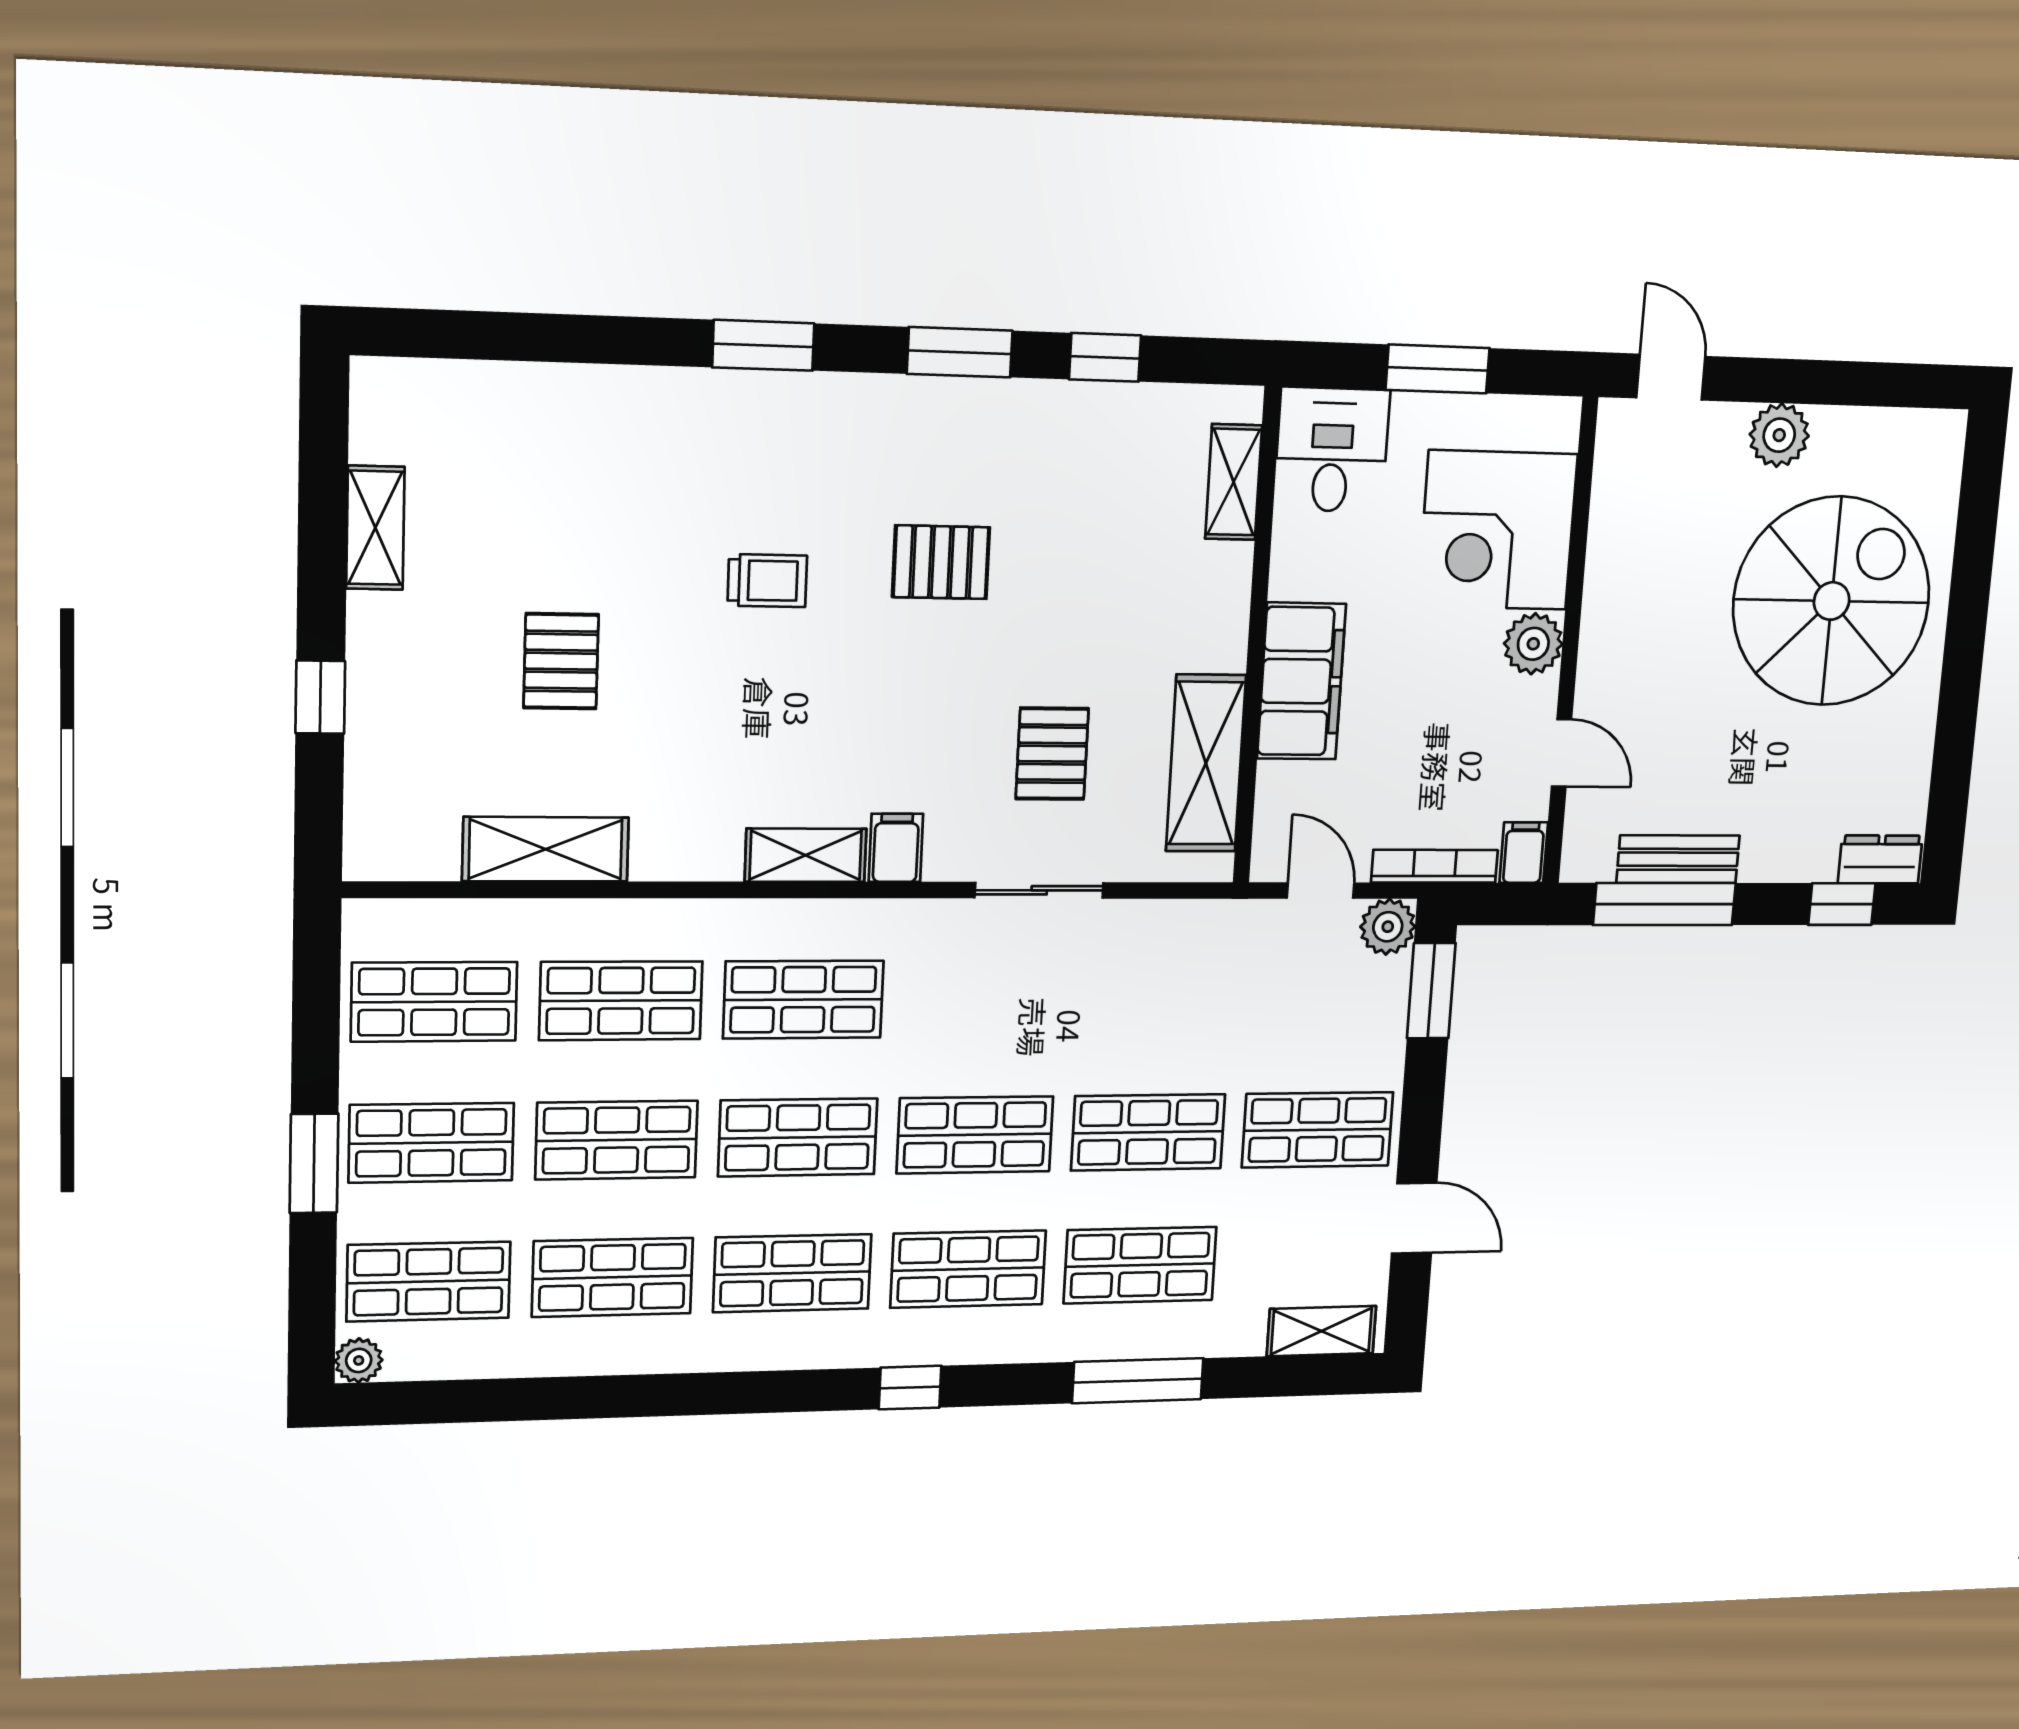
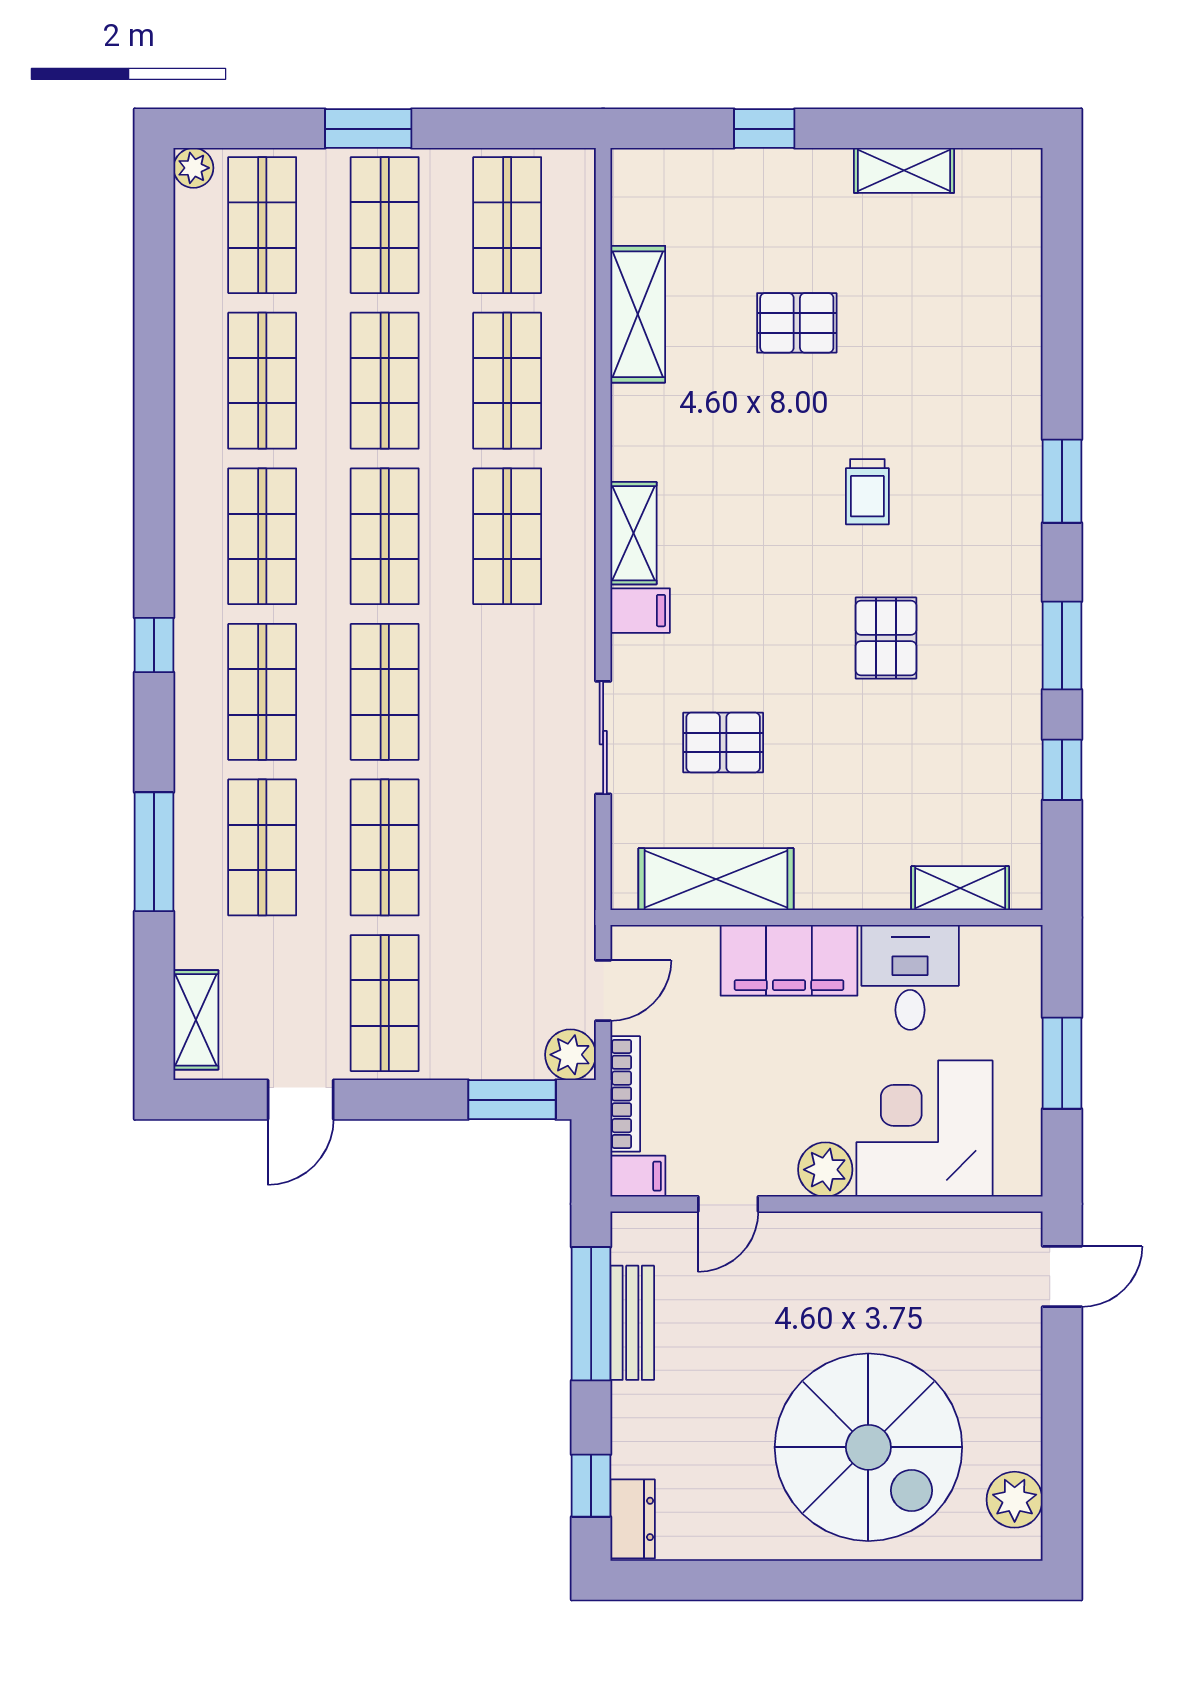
plant: (1779, 435) -> (1015, 1500), moved
desk: (1332, 450) -> (910, 977), moved, turned -90

